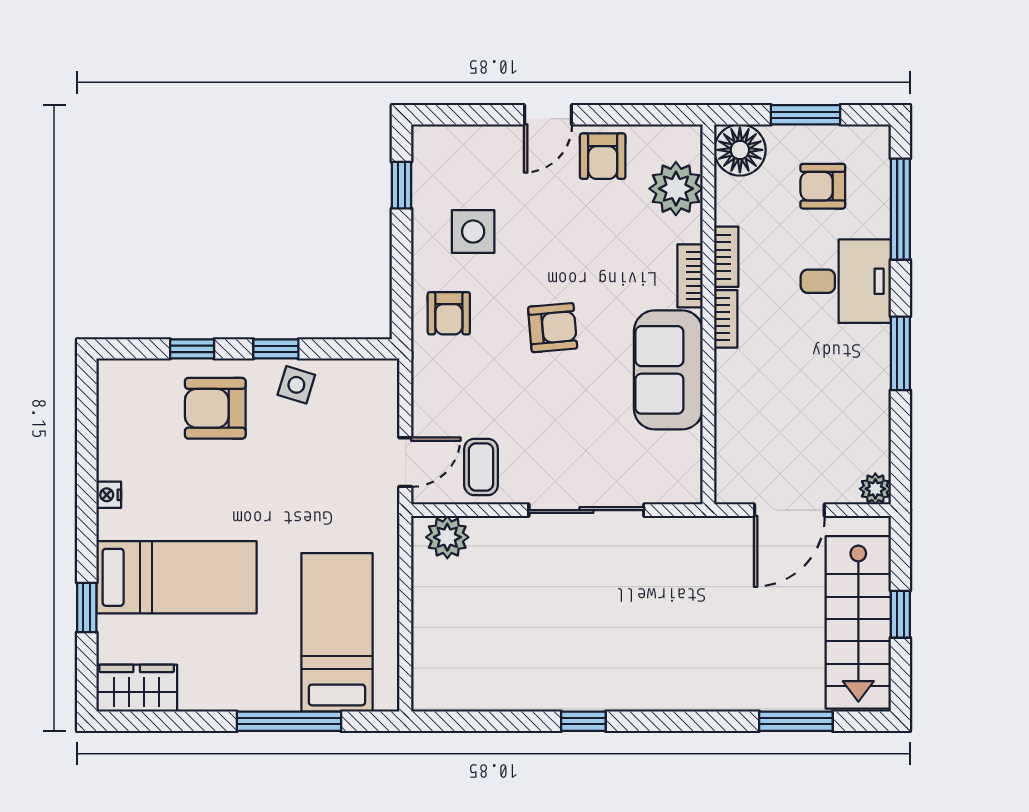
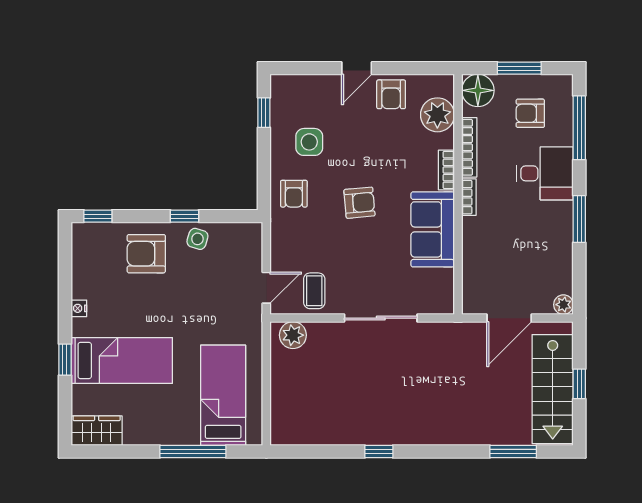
bookcase: (726, 257) -> (469, 147), width x1.56
window: (192, 349) -> (98, 216), moved
window: (87, 608) -> (65, 360), moved

